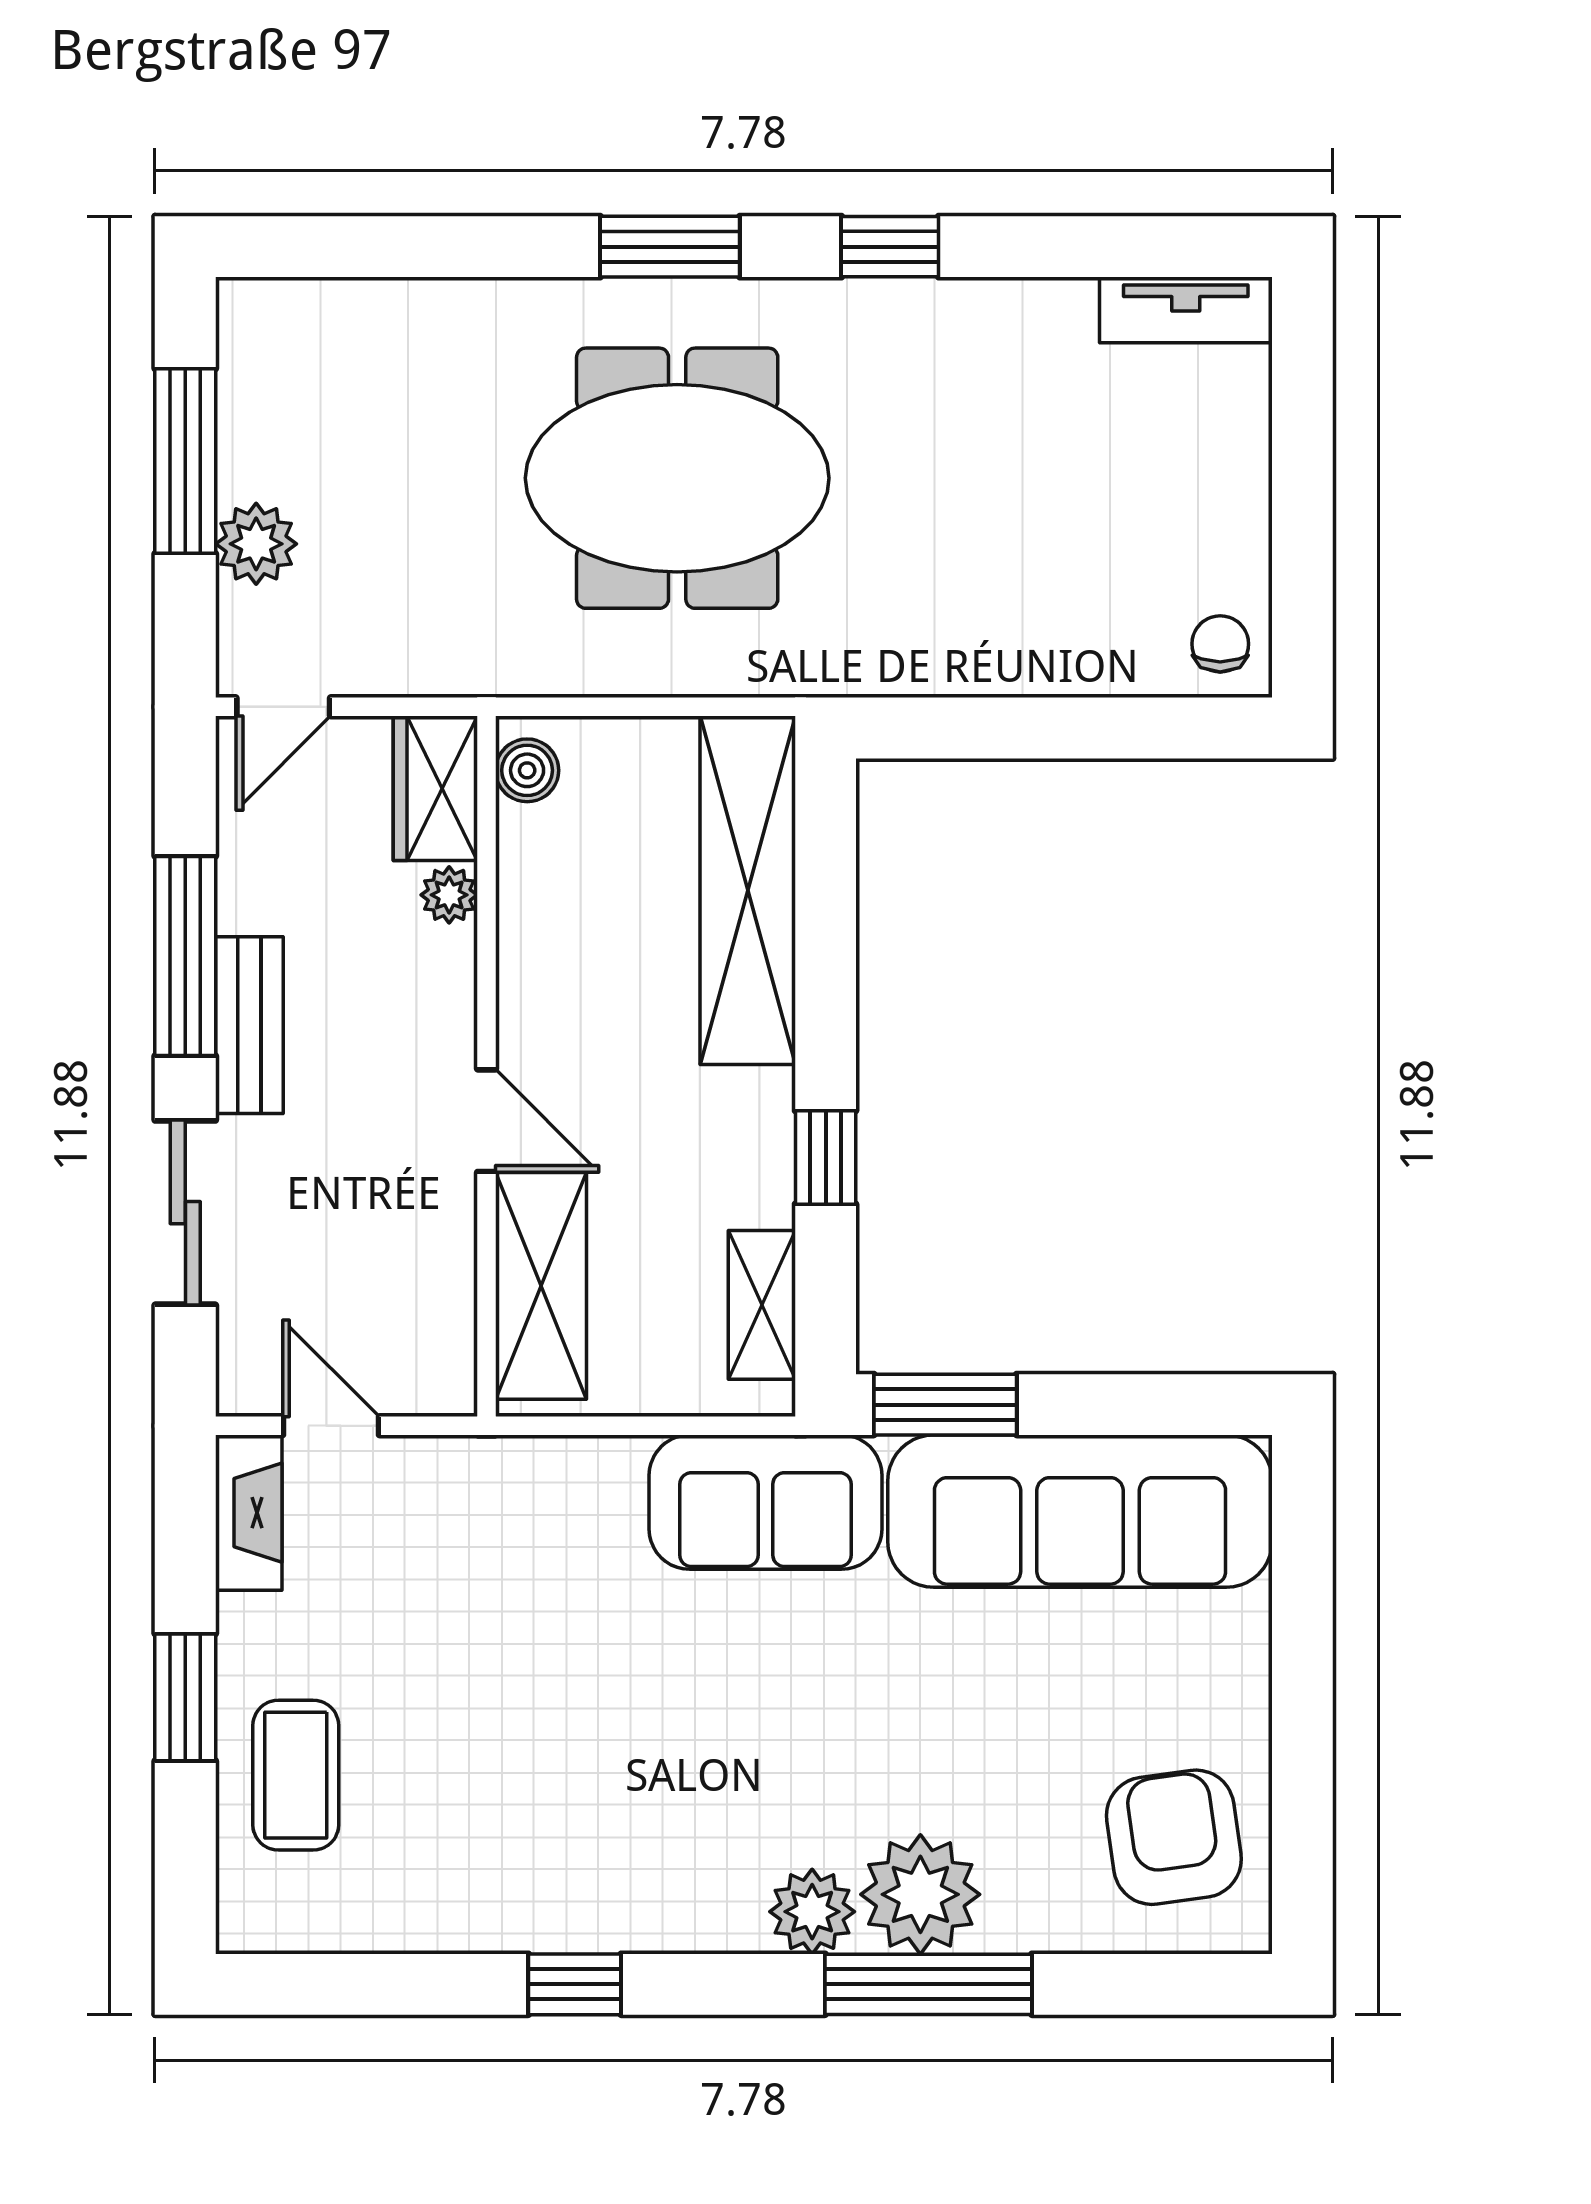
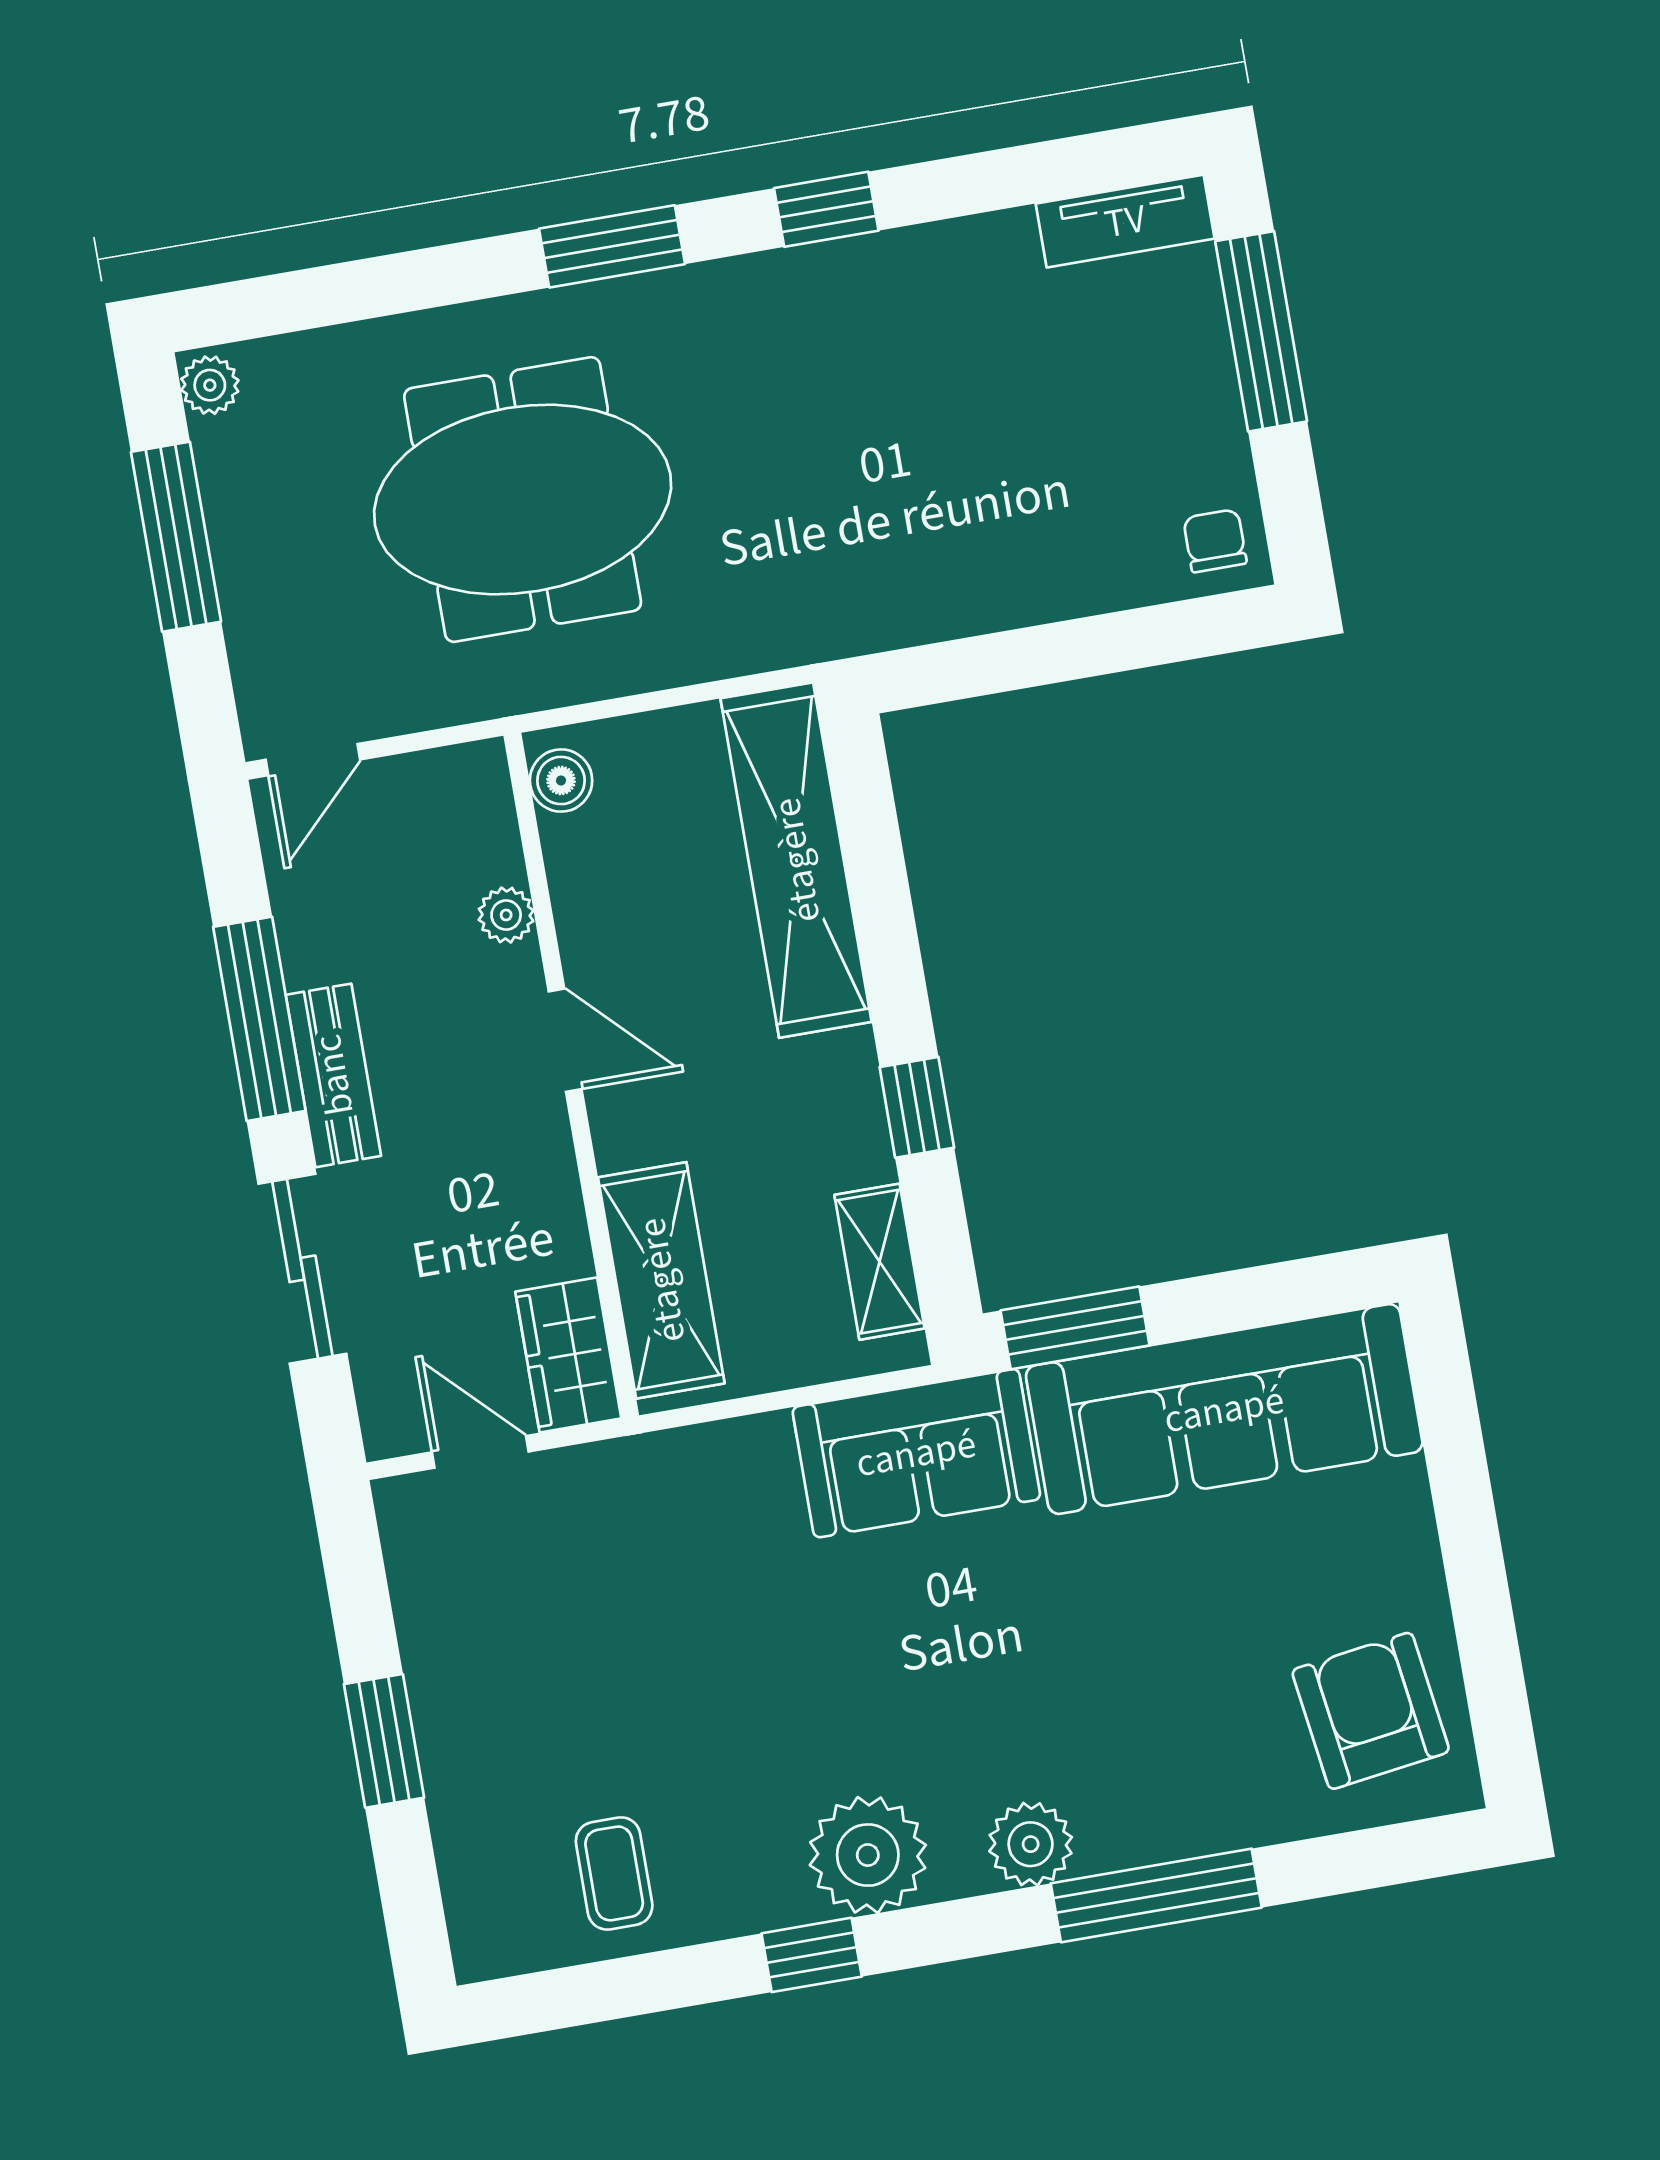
window: (1302, 443) -> (1261, 331), added
meeting table: (677, 478) -> (523, 500), moved
plant: (256, 544) -> (210, 385), moved, width x0.73, depth x0.73
wardrobe: (435, 788) -> (568, 1355), moved
door: (486, 1121) -> (565, 1040), moved
fireplace: (249, 1513) -> (415, 1550), removed
coffee table: (296, 1775) -> (614, 1873), moved, width x0.73, depth x0.77
plant: (920, 1894) -> (868, 1855), moved

